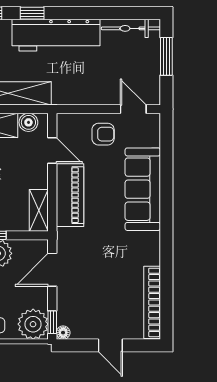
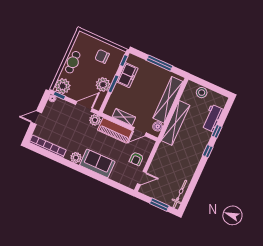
workbench: (56, 35) -> (192, 158), removed
sofa: (143, 189) -> (97, 163), width x0.73
shelving: (39, 210) -> (124, 117), moved
plant: (67, 239) -> (95, 120), added
plant: (150, 243) -> (76, 158), added
door: (52, 270) -> (84, 107), hinge flipped

